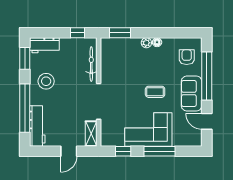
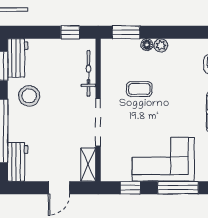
floor lamp: (157, 42) -> (147, 45), moved
workbench: (44, 45) -> (18, 58), moved, turned -90
coffee table: (155, 92) -> (139, 89), moved
workbench: (37, 126) -> (18, 162), width x0.73

